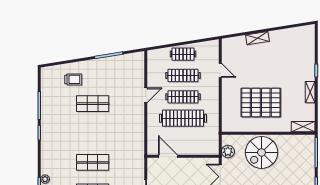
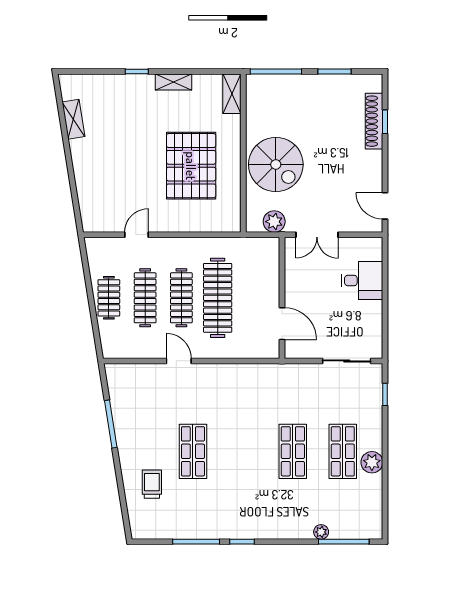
shelving: (257, 38) -> (73, 119), moved
door: (168, 156) -> (282, 324), swing flipped

